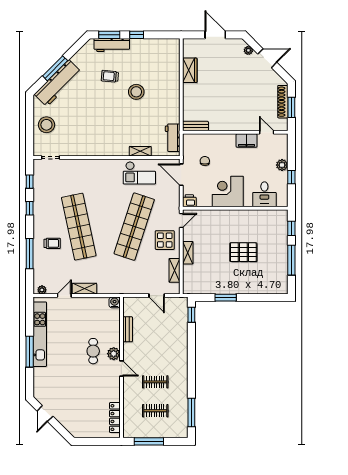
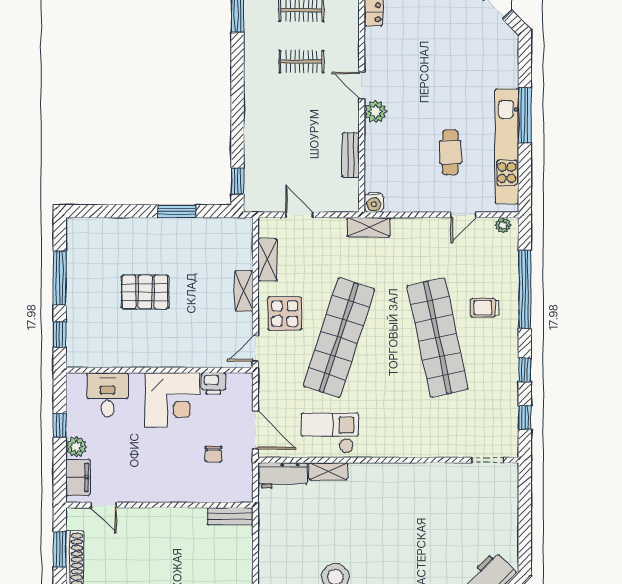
stool: (46, 125) -> (495, 519), removed
workbench: (173, 138) -> (283, 475), moved, turned 90
filing cabinet: (247, 141) -> (78, 477), moved, turned 90
printer: (189, 201) -> (214, 383), moved
window: (30, 254) -> (525, 289), width x1.46
shelving: (85, 289) -> (369, 227), moved
cafe table: (93, 351) -> (450, 152), moved

